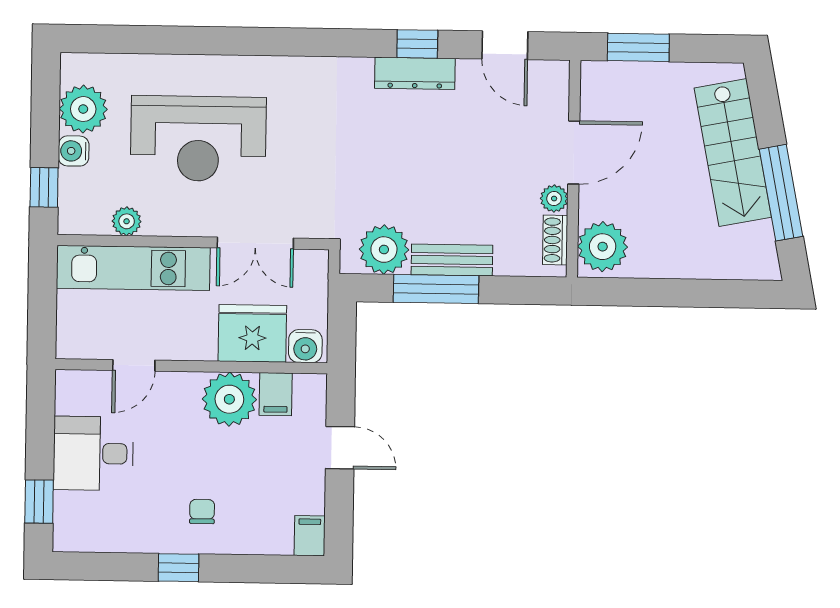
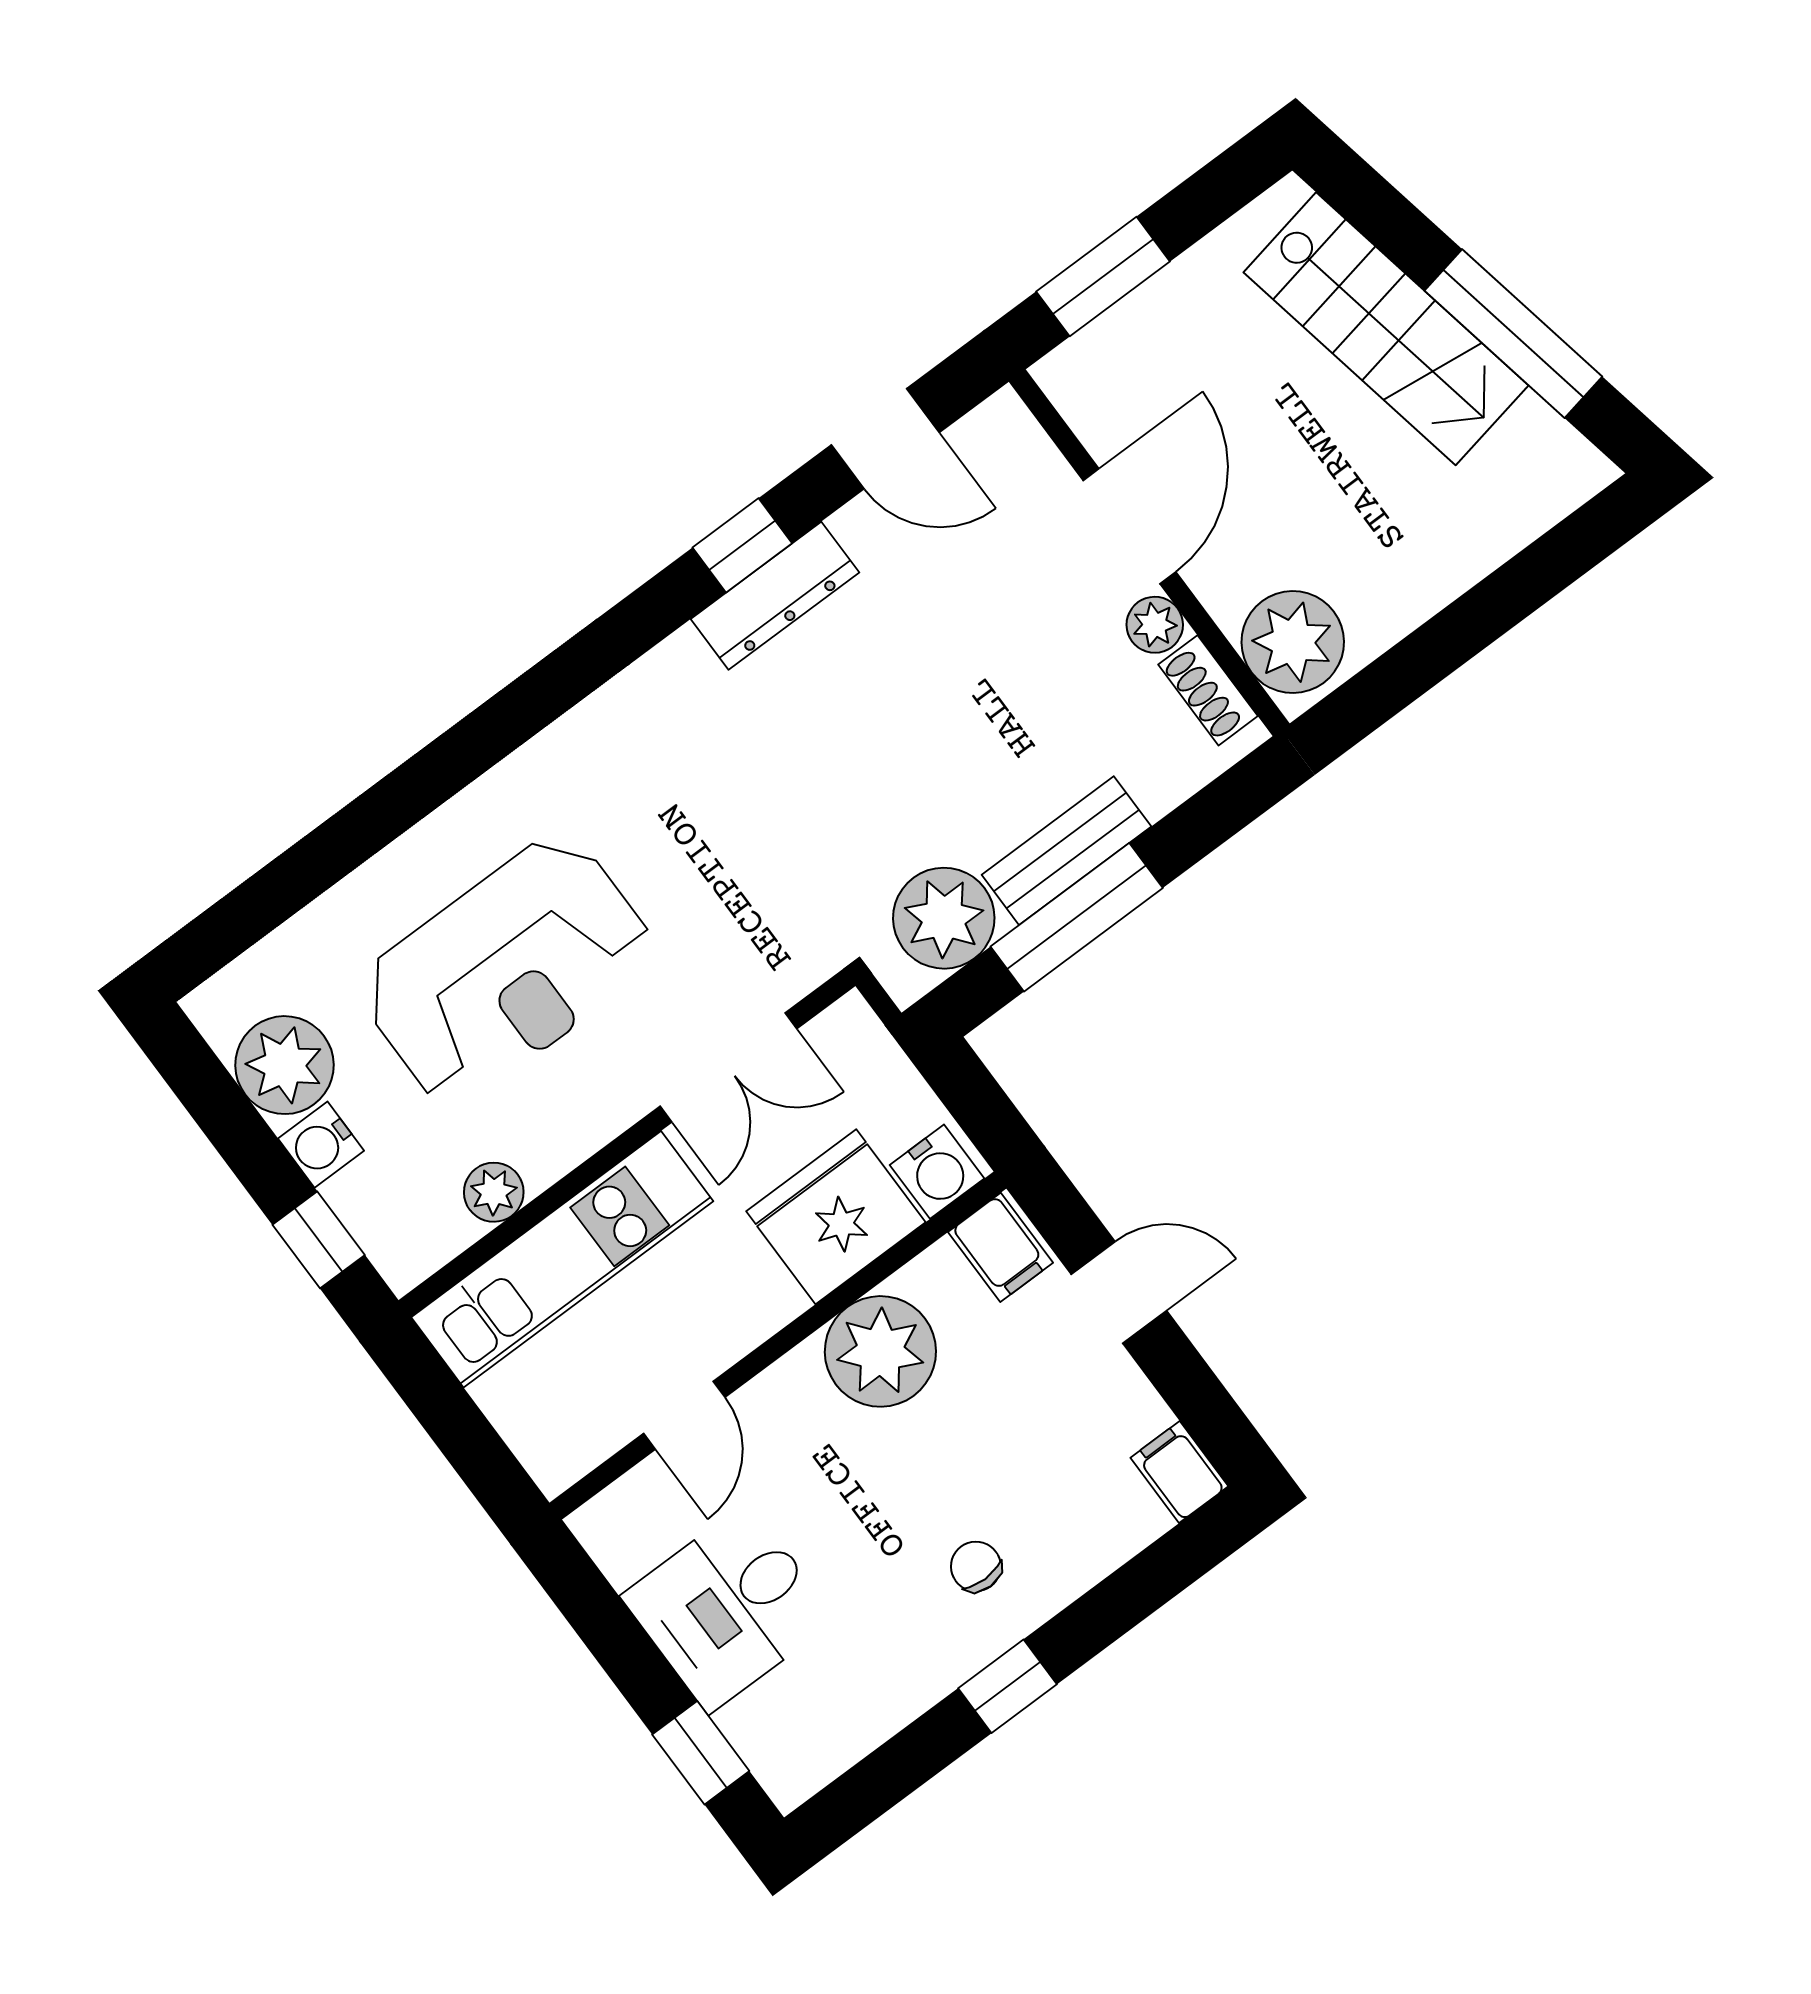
filing cabinet: (276, 394) -> (1000, 1247), moved

